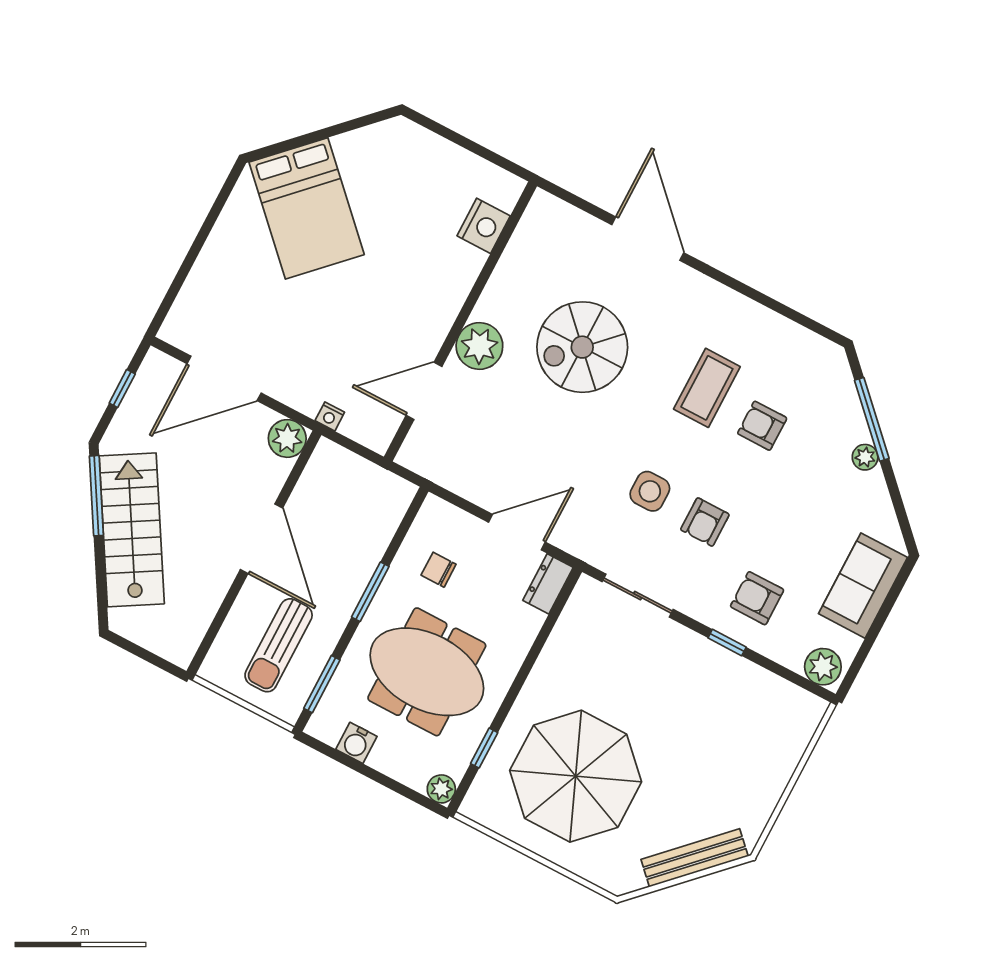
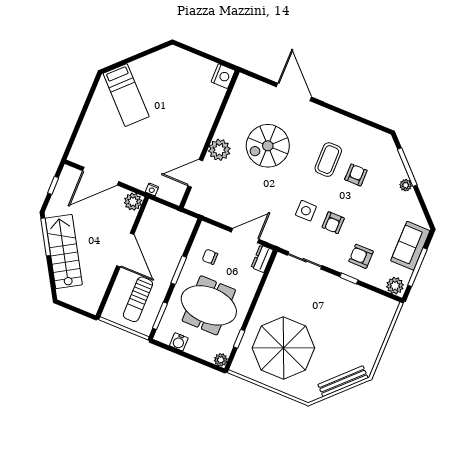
bed: (307, 208) -> (126, 95), width x0.67
nightstand: (484, 226) -> (223, 76), moved
armchair: (762, 426) -> (356, 175), turned 90
window: (874, 632) -> (417, 267), added

